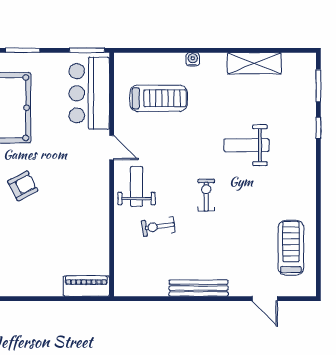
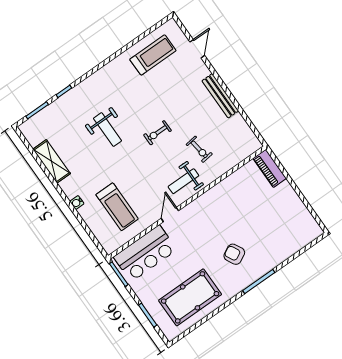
treadmill: (159, 98) -> (117, 207), turned 180
treadmill: (291, 248) -> (153, 55), turned 180

